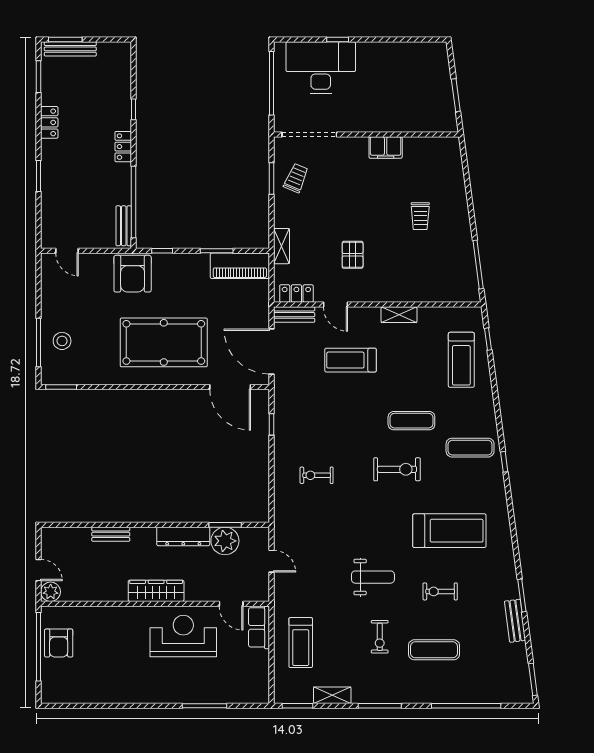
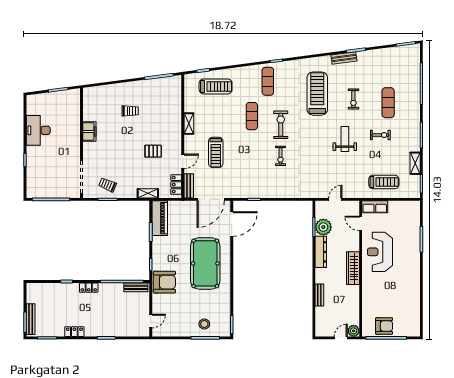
desk: (321, 68) -> (38, 130), moved, width x0.73, depth x0.77
exercise bike: (317, 475) -> (281, 156), moved
door: (231, 604) -> (361, 223), swing flipped
bench: (515, 621) -> (344, 58), moved

